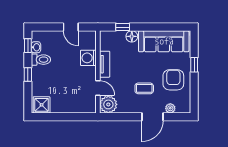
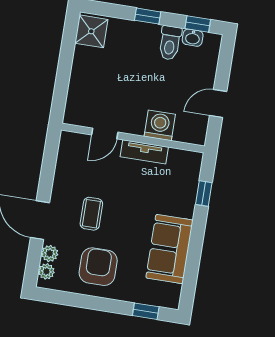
floor lamp: (132, 36) -> (185, 207), removed
sofa: (164, 41) -> (169, 249), width x0.73
window: (194, 65) -> (146, 311), moved
armchair: (173, 80) -> (98, 267), turned -90
plant: (108, 104) -> (46, 271), moved, width x0.53, depth x0.53

